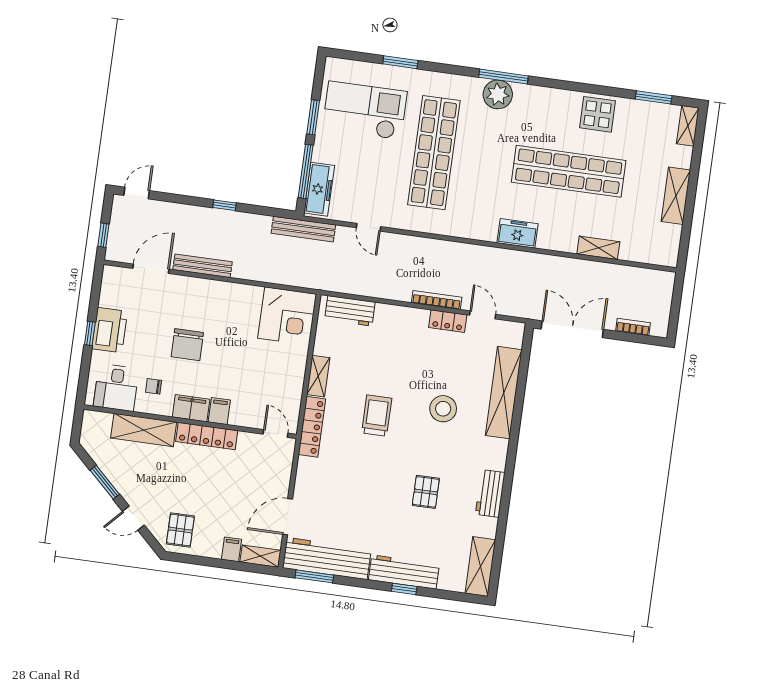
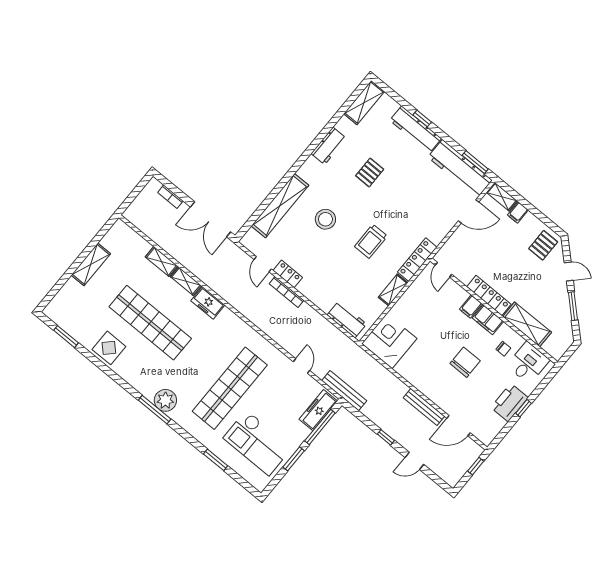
shelving: (688, 126) -> (186, 281), moved, turned 90
door: (137, 193) -> (414, 461), moved

